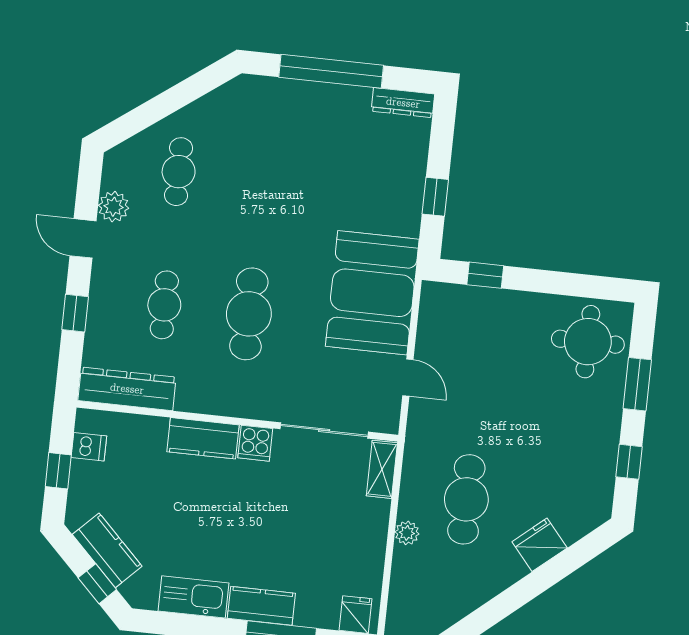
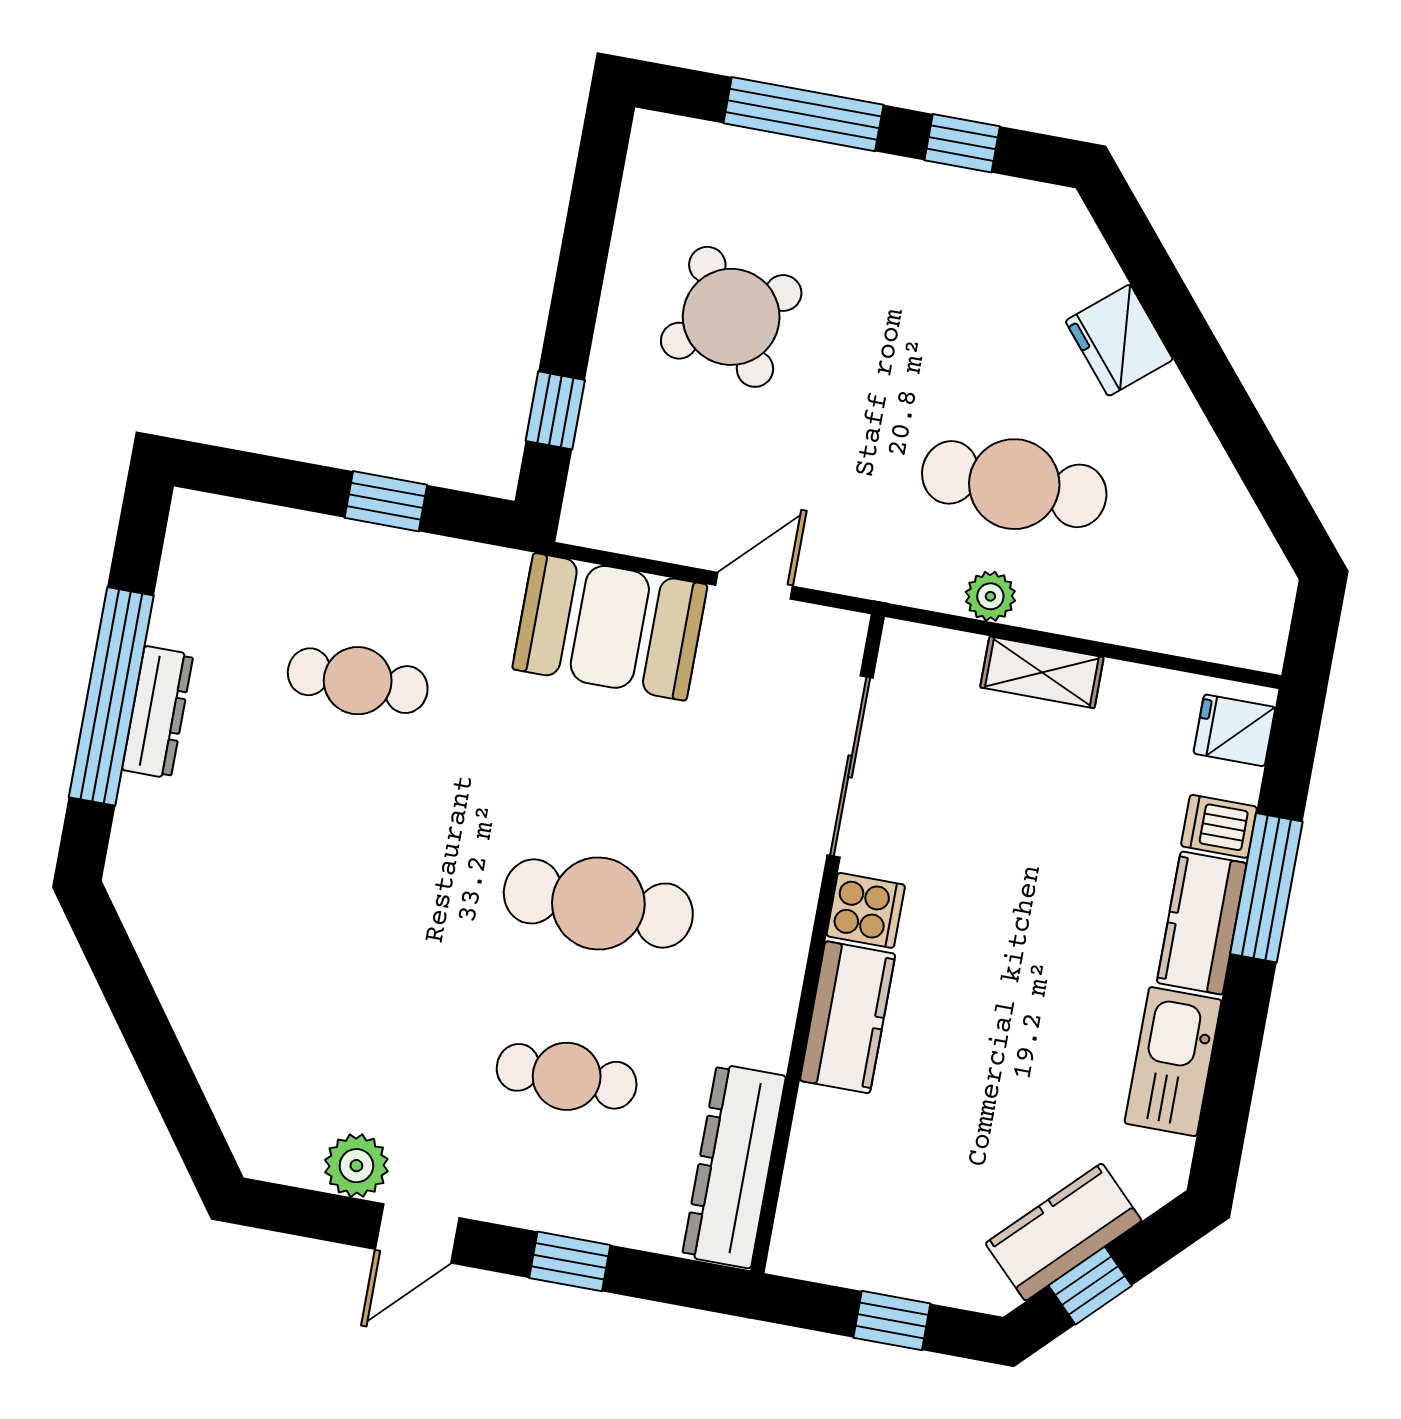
dresser: (403, 103) -> (158, 712), moved
cafe table: (179, 172) -> (358, 681), moved
booth: (372, 293) -> (610, 627), width x0.73, depth x0.70
round table: (588, 342) -> (731, 317), moved, turned -35
window: (637, 384) -> (803, 114), width x1.44
dishwasher: (89, 447) -> (1219, 826), moved, turned -90
shelving: (382, 469) -> (1042, 672), moved
plant: (407, 533) -> (990, 596), moved
window: (97, 584) -> (1090, 1286), moved

